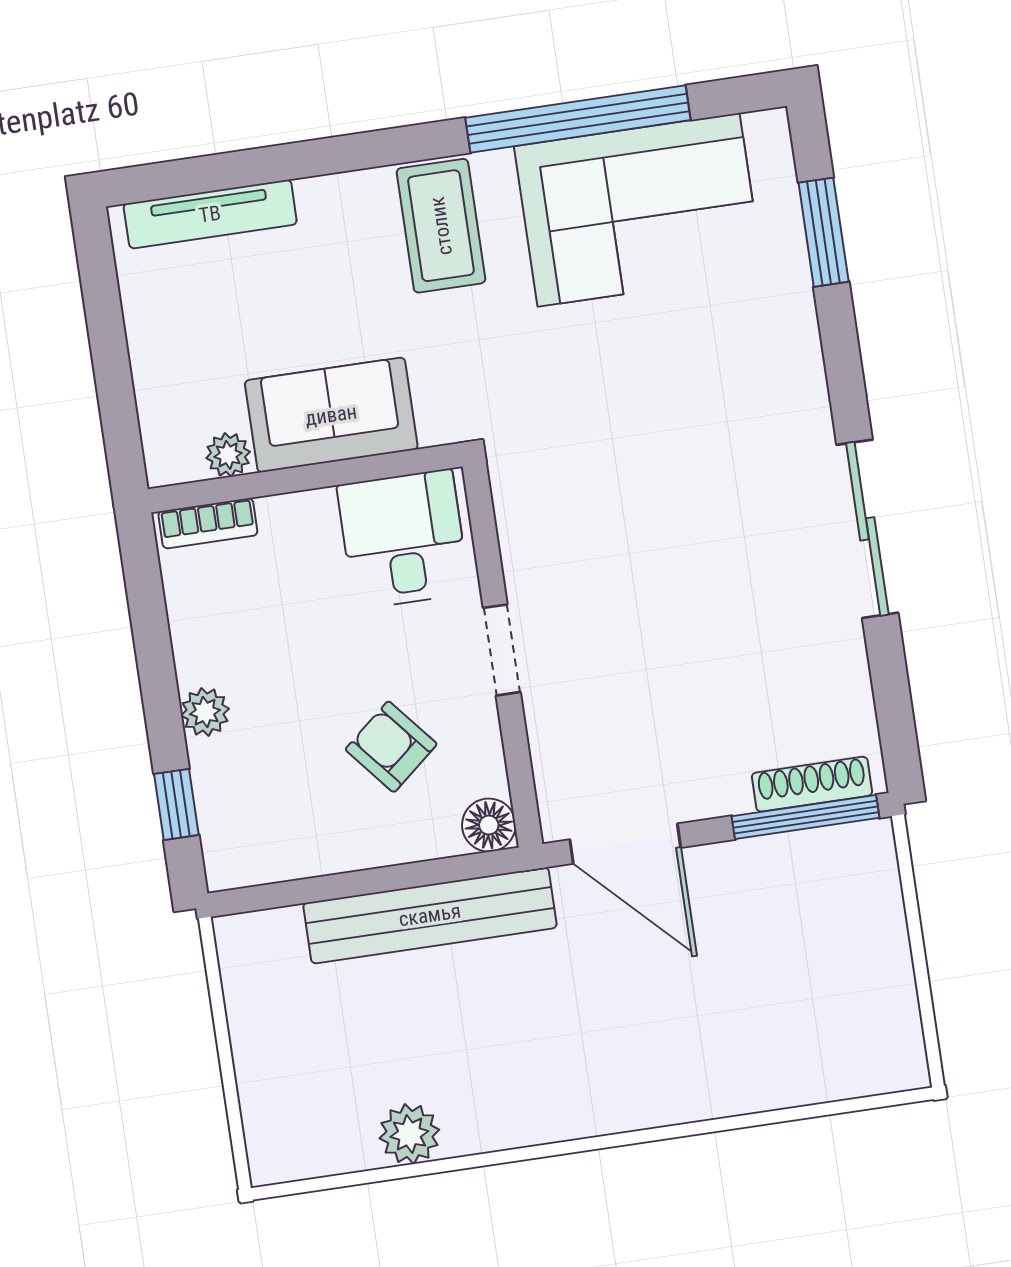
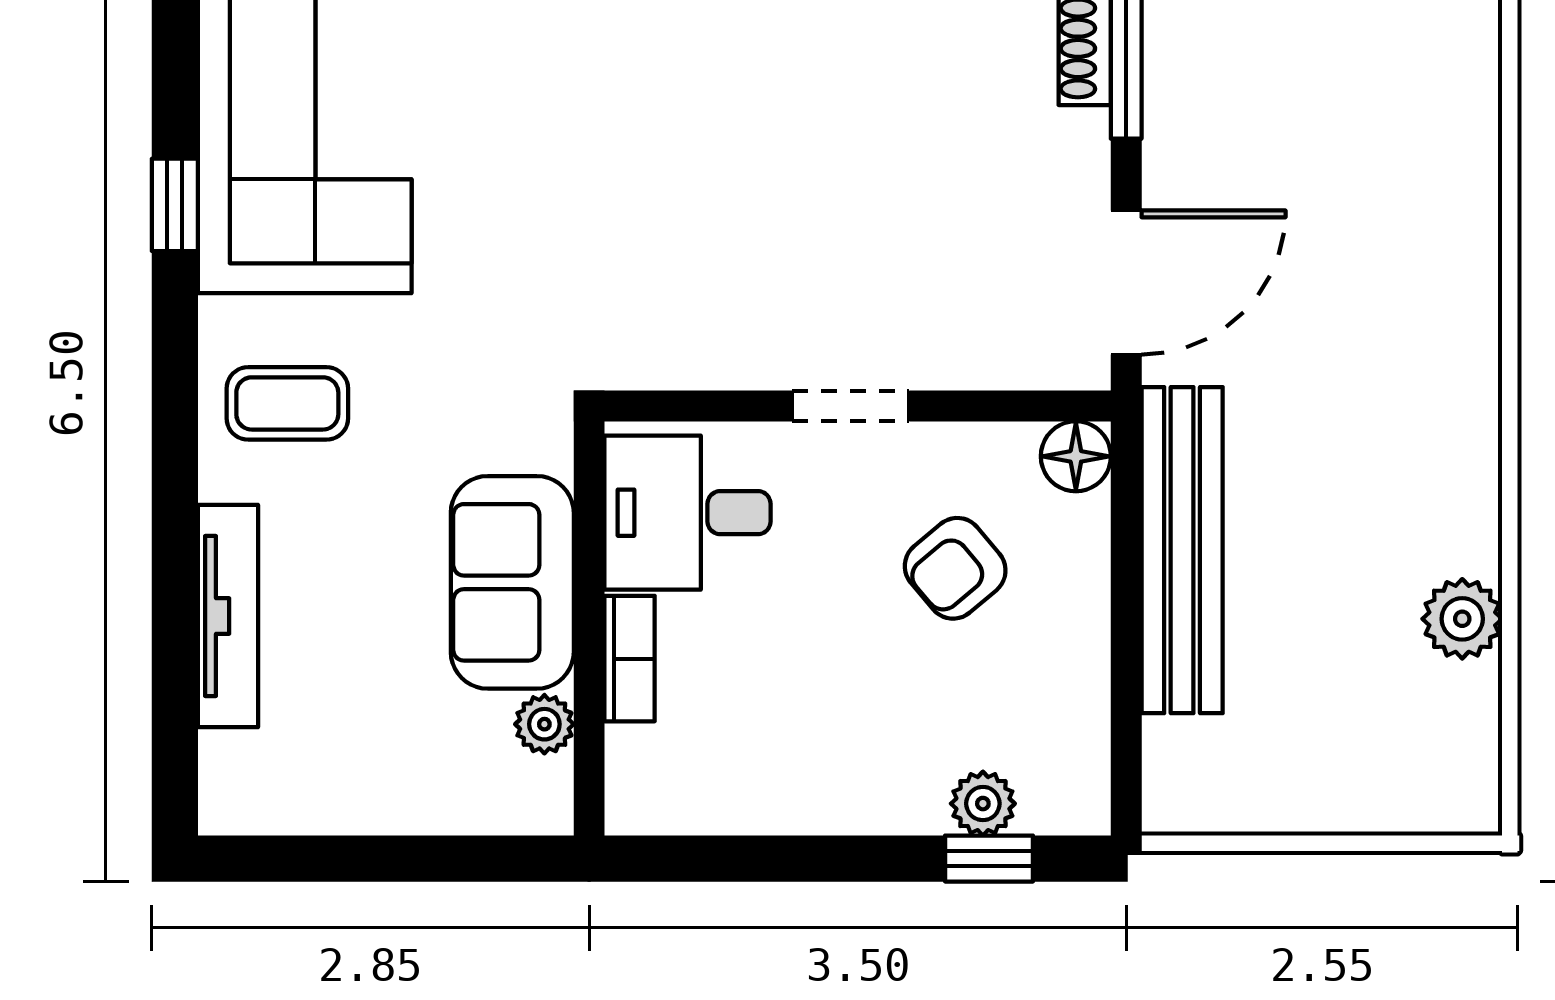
window: (578, 119) -> (175, 205), width x0.32
tv unit: (210, 214) -> (228, 616), moved
coffee table: (441, 226) -> (287, 403), width x0.73, depth x0.77
bookcase: (208, 523) -> (630, 659), moved
plant: (205, 712) -> (983, 804), moved

